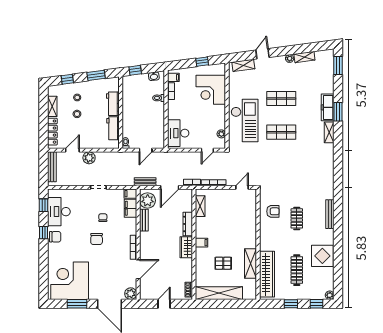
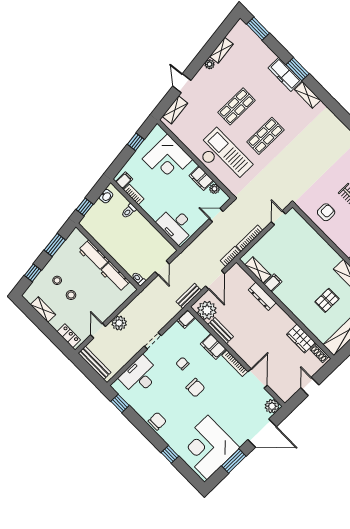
filing cabinet: (220, 120) -> (201, 178), added
locker: (52, 132) -> (69, 336), width x0.66
door: (207, 150) -> (216, 215), swing flipped
filing cabinet: (131, 208) -> (213, 347), moved
desk: (59, 212) -> (139, 376), moved, turned 90
window: (44, 233) -> (170, 454), moved
filing cabinet: (202, 243) -> (273, 283), moved
wardrobe: (186, 247) -> (301, 339), moved

